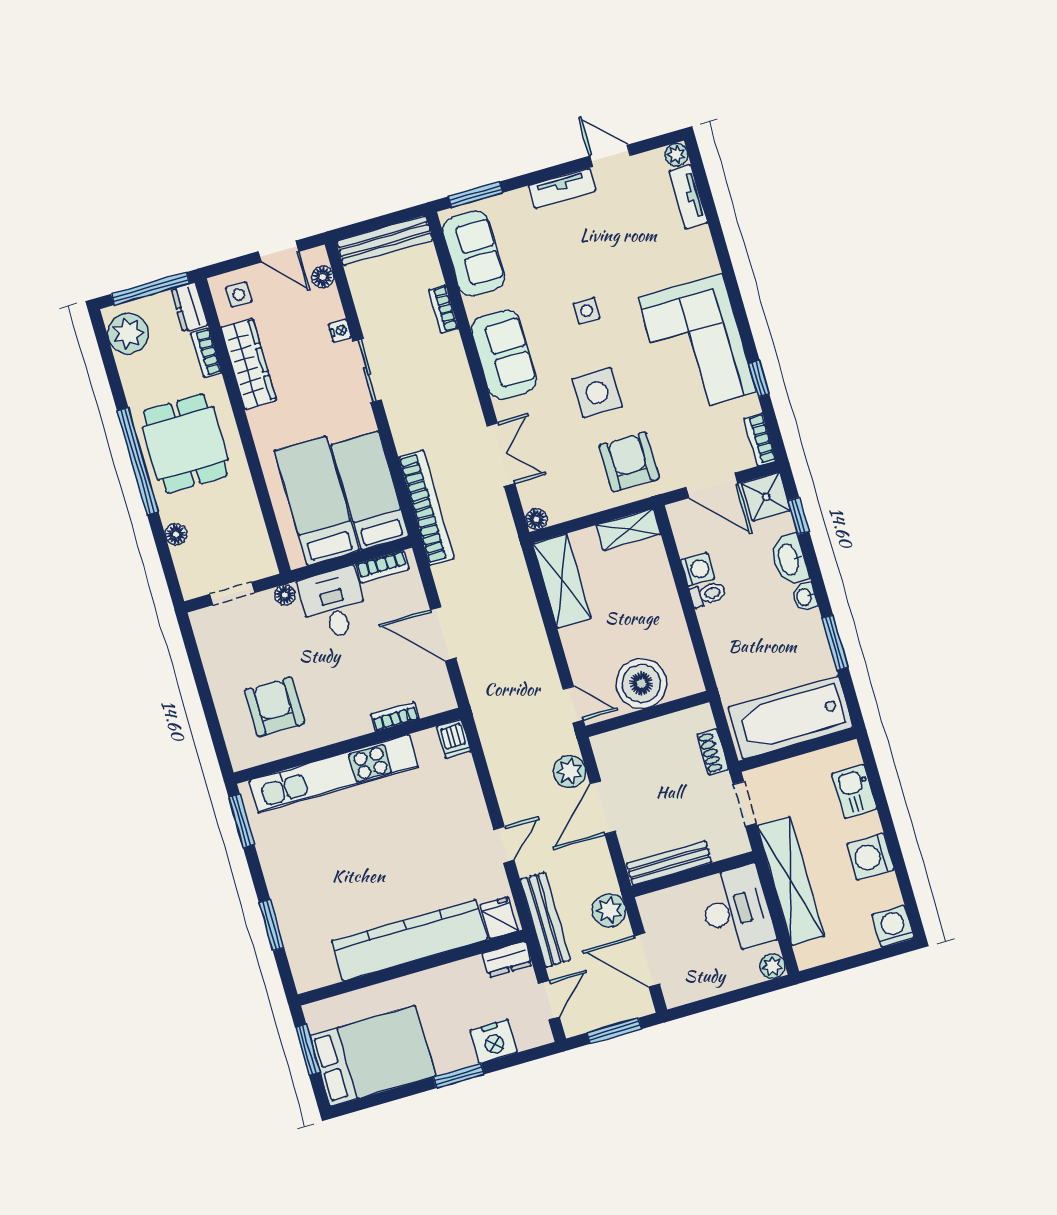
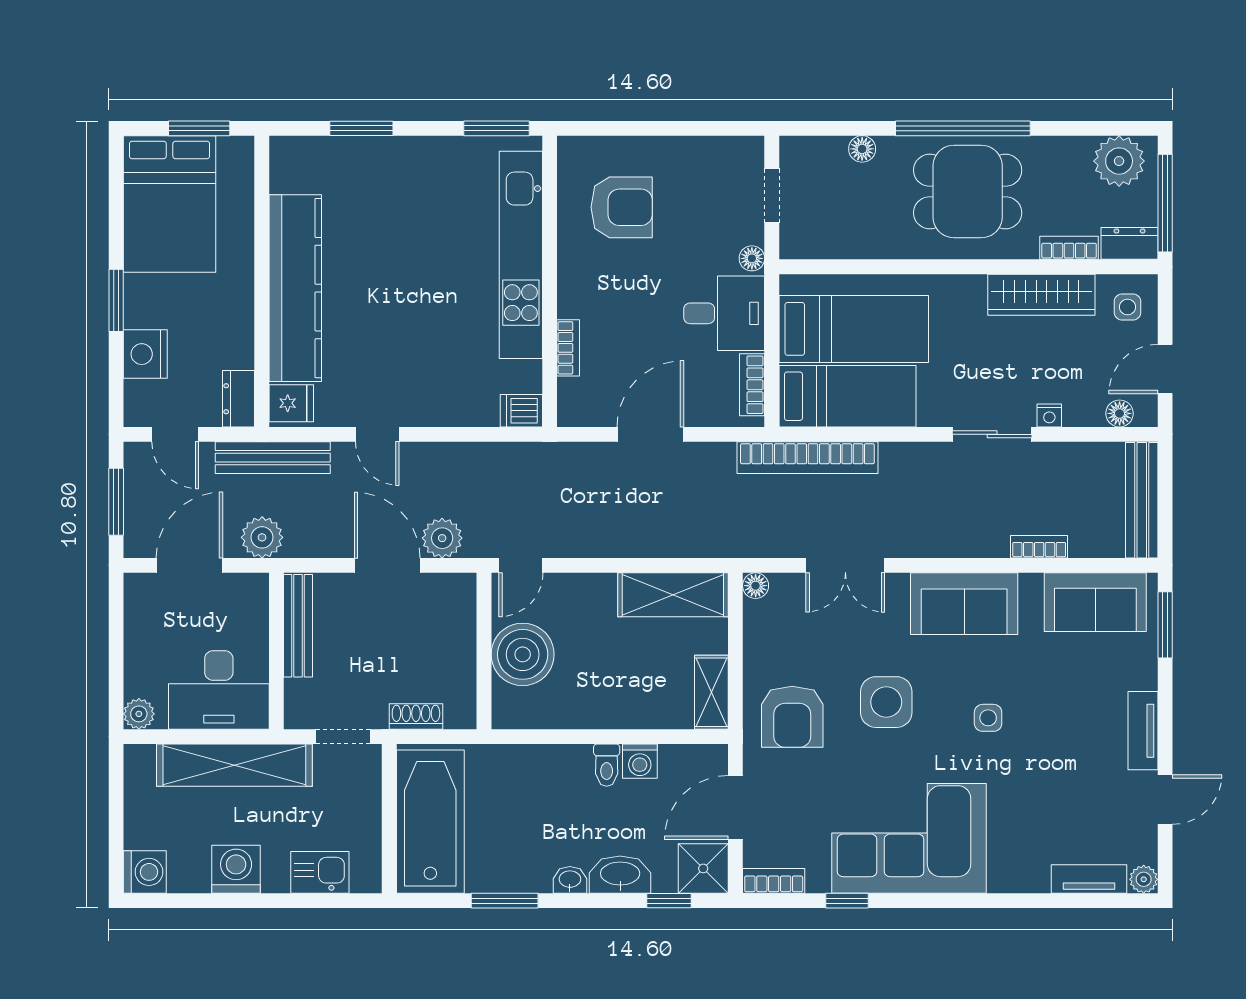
armchair: (629, 462) -> (792, 717), turned 90

